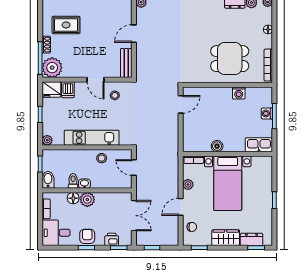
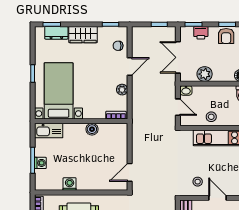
bed with nightstands: (228, 183) -> (59, 91), moved
washbasin: (84, 184) -> (186, 90), moved
plant: (87, 200) -> (205, 74), moved

